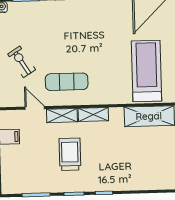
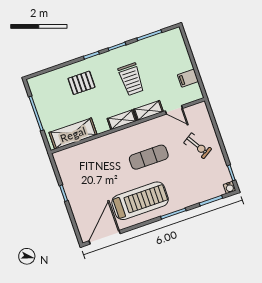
treadmill: (146, 71) -> (140, 201), moved, turned -90
exercise mat: (67, 82) -> (149, 157), moved
pallet: (124, 167) -> (81, 83), added

